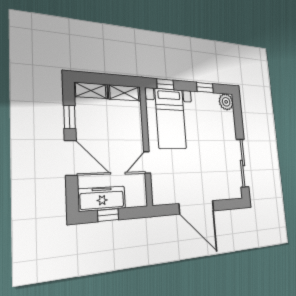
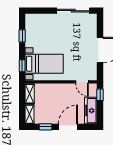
plant: (226, 102) -> (31, 20), removed
door: (147, 162) -> (82, 82), moved
window: (108, 215) -> (100, 95), moved

